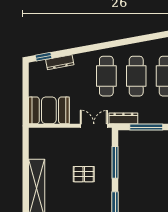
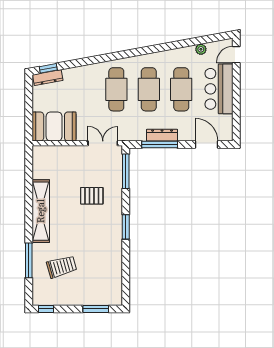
dresser: (60, 62) -> (48, 78), moved
dresser: (123, 118) -> (162, 135), moved
window: (115, 162) -> (126, 171), moved

